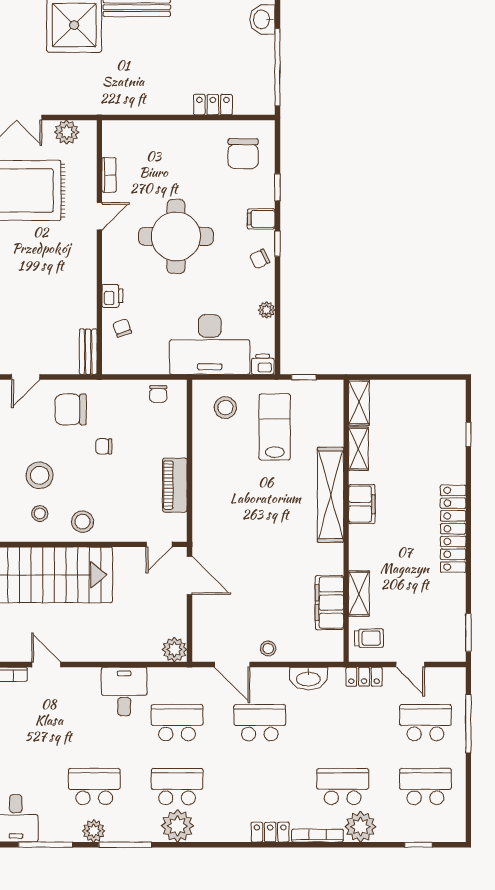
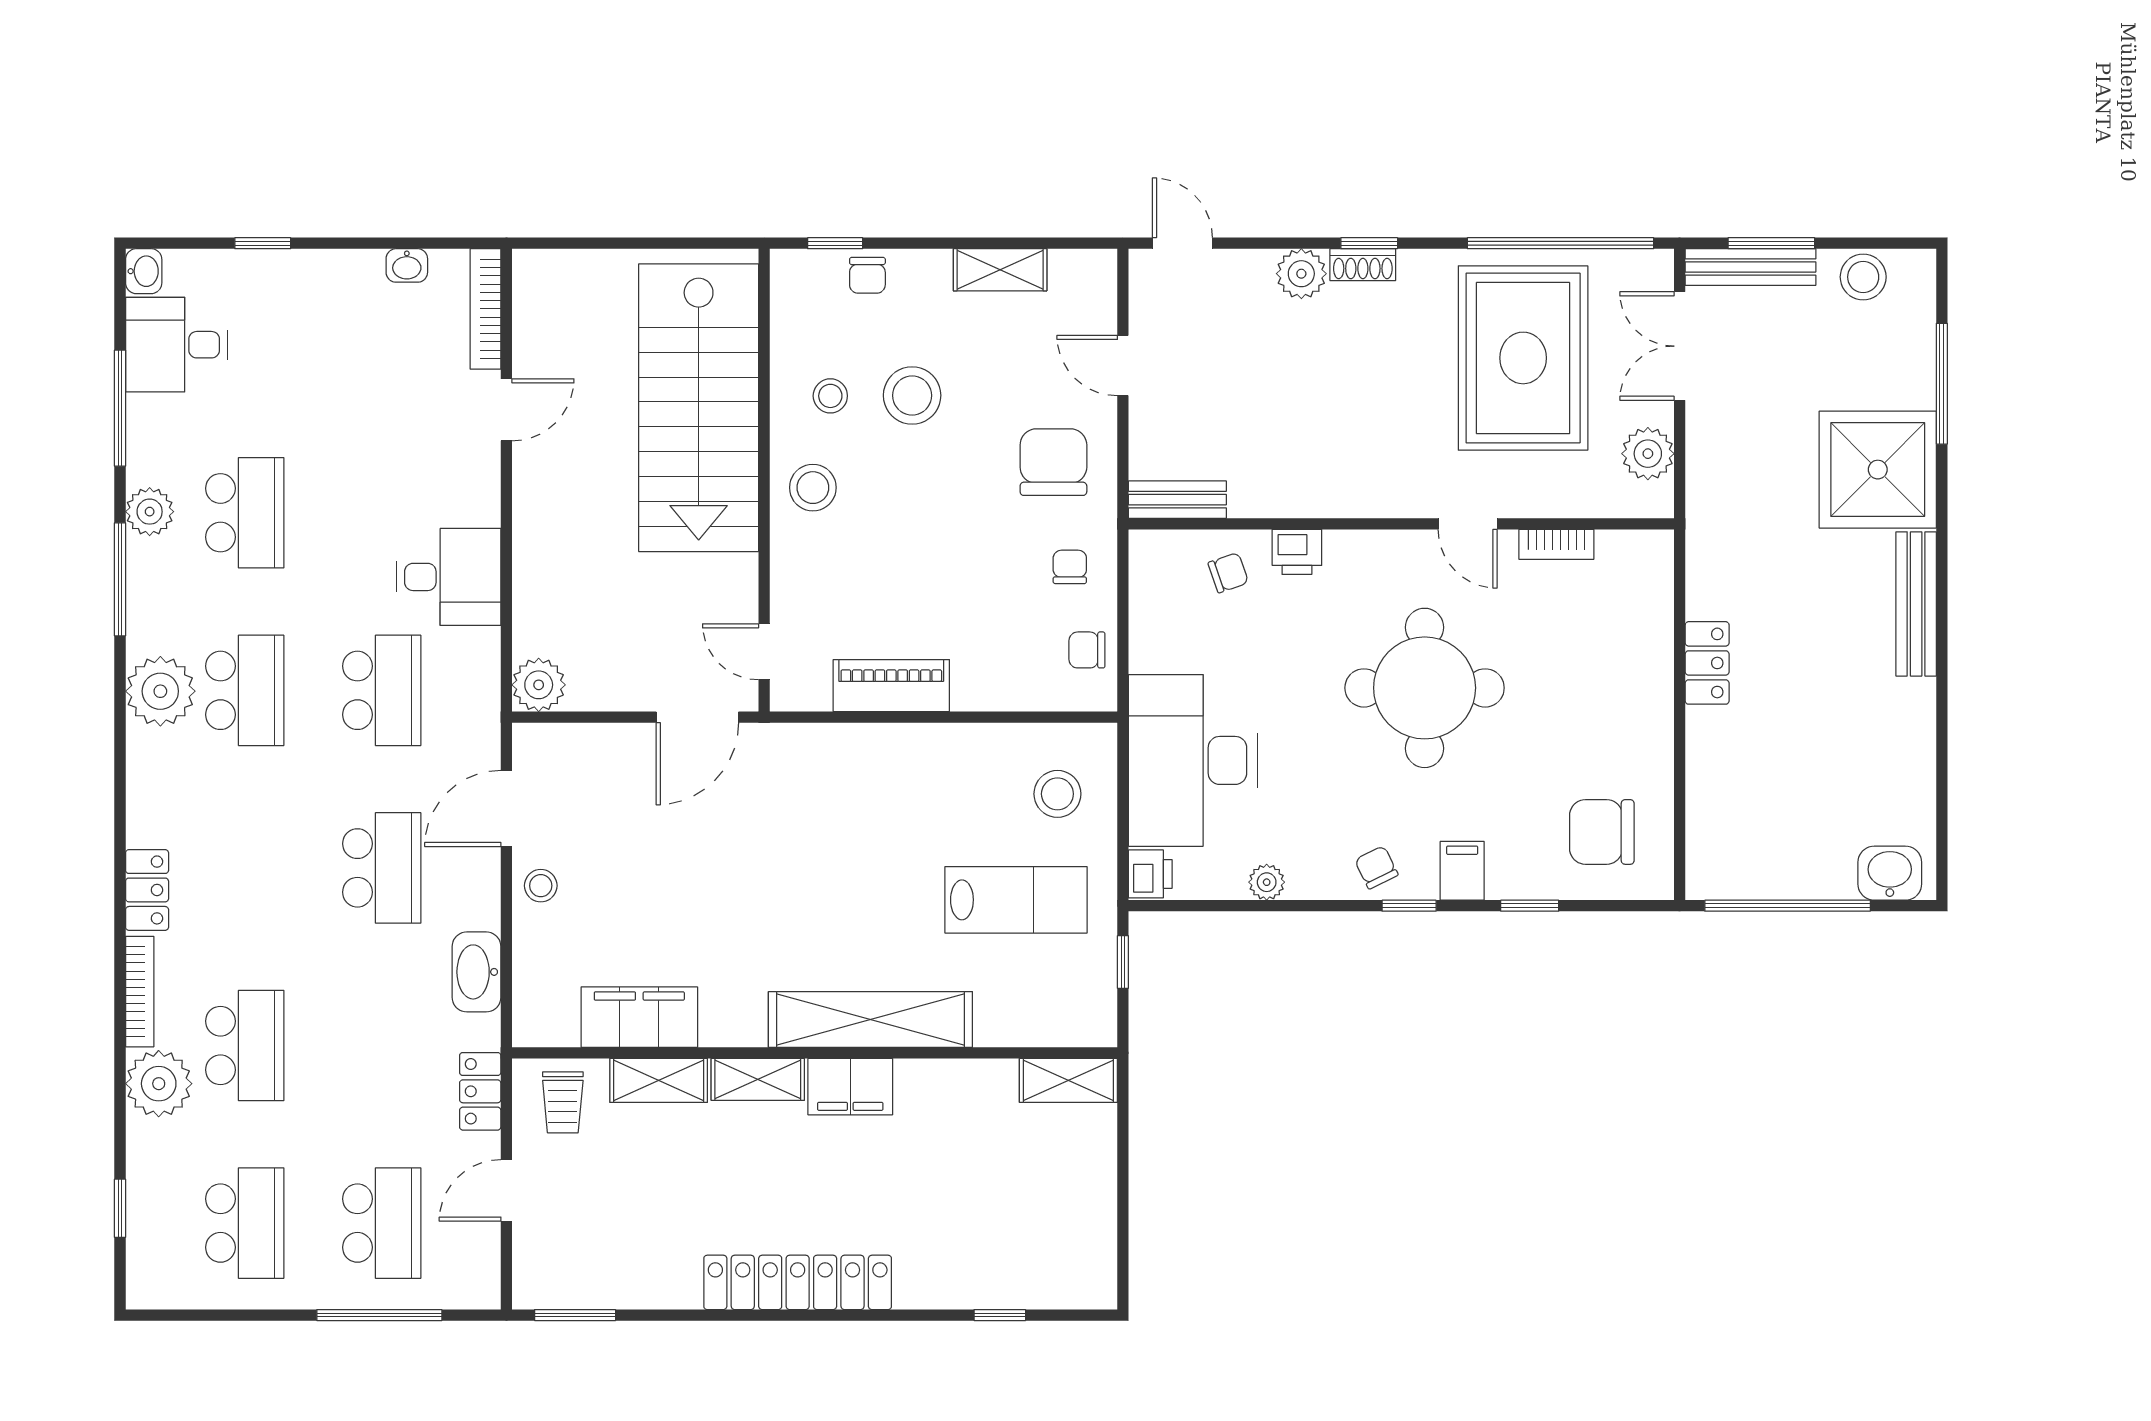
locker: (213, 105) -> (1707, 663), moved
chair: (104, 446) -> (1070, 567), moved
shelving: (358, 449) -> (758, 1079), moved

